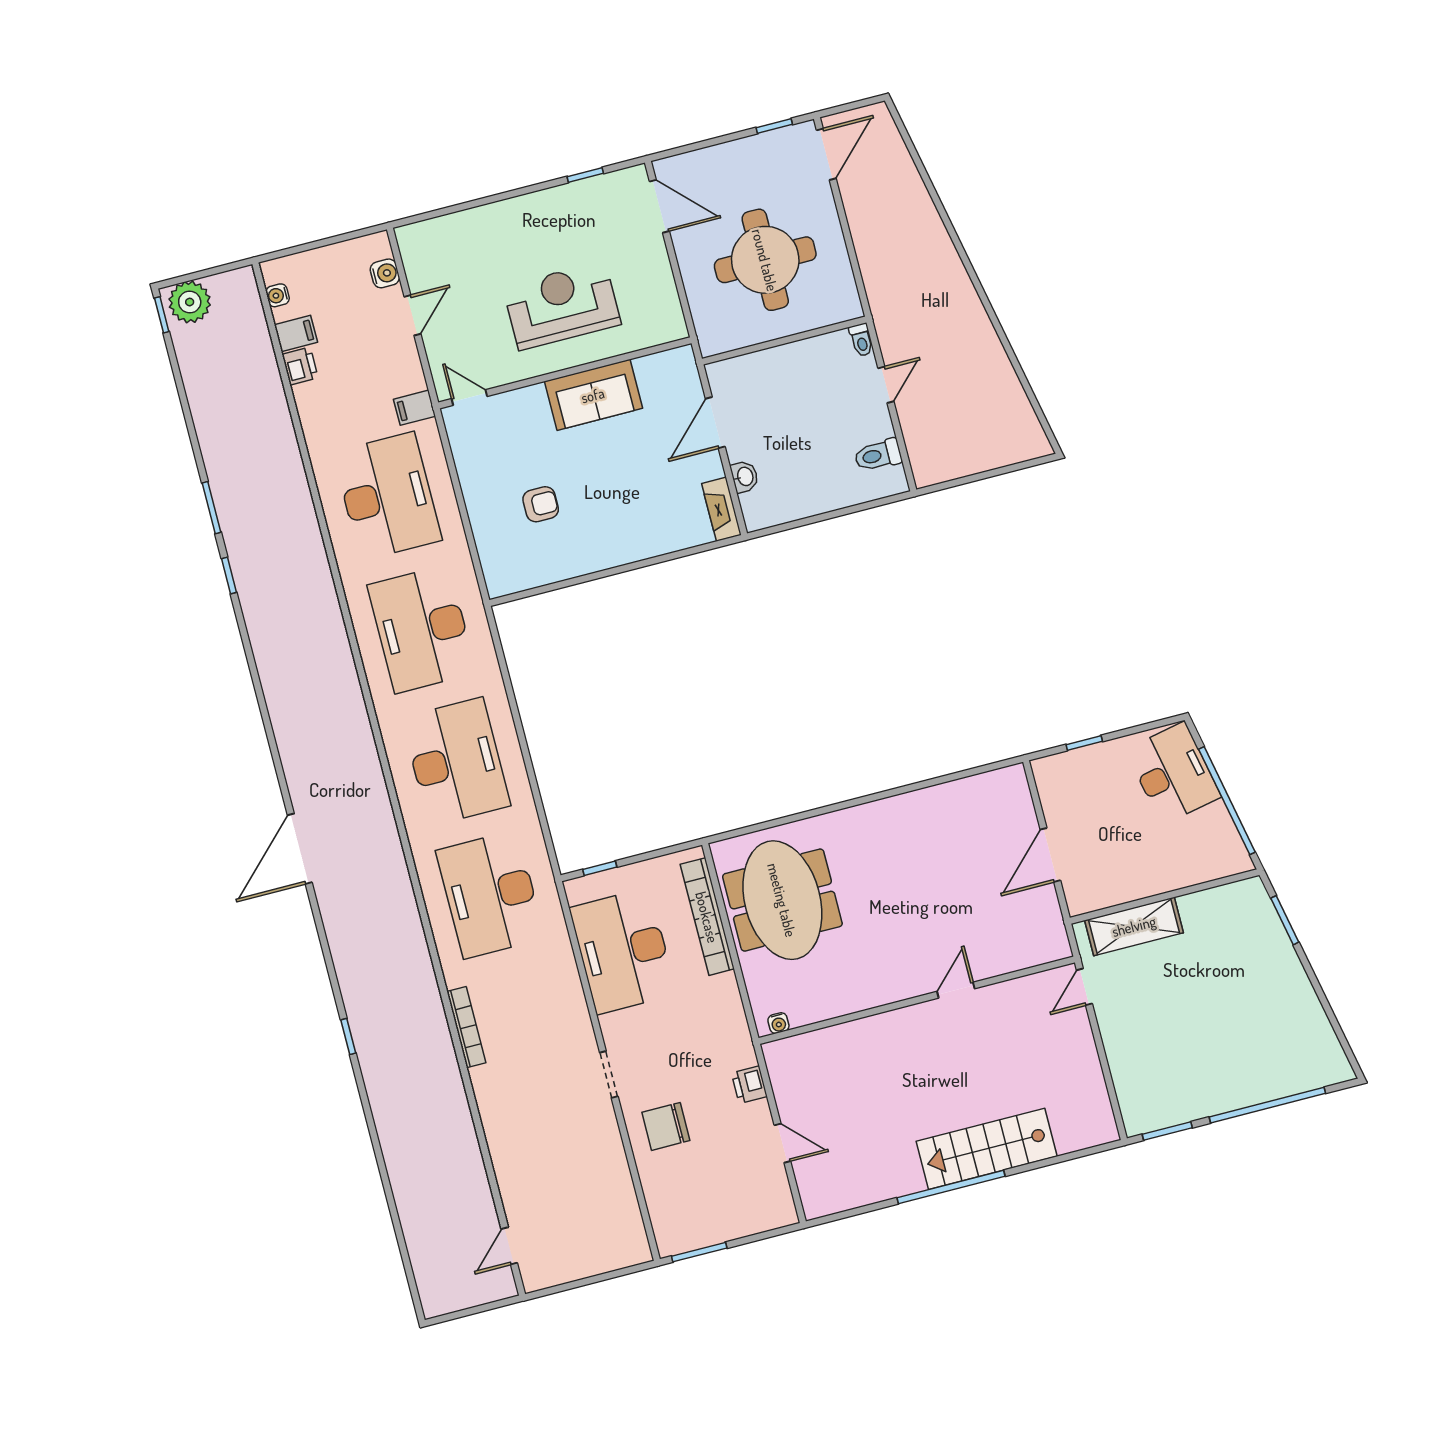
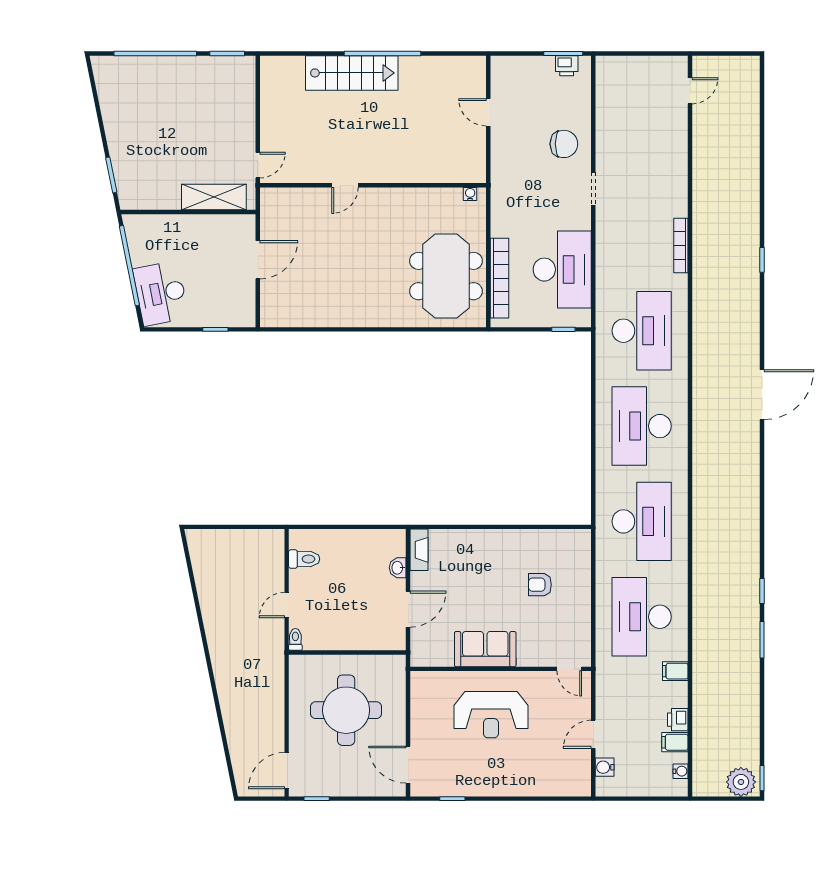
filing cabinet: (415, 408) -> (675, 671), moved, turned 180
printer: (749, 1085) -> (567, 66), moved, turned 90

